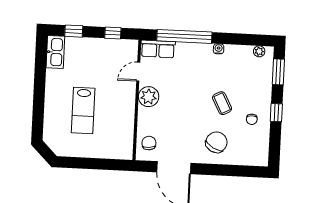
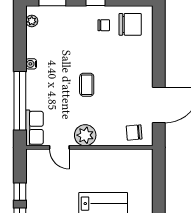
window: (113, 33) -> (20, 192), moved
coffee table: (222, 103) -> (87, 85), moved, turned -62
chair: (216, 142) -> (130, 24), moved, turned 151

